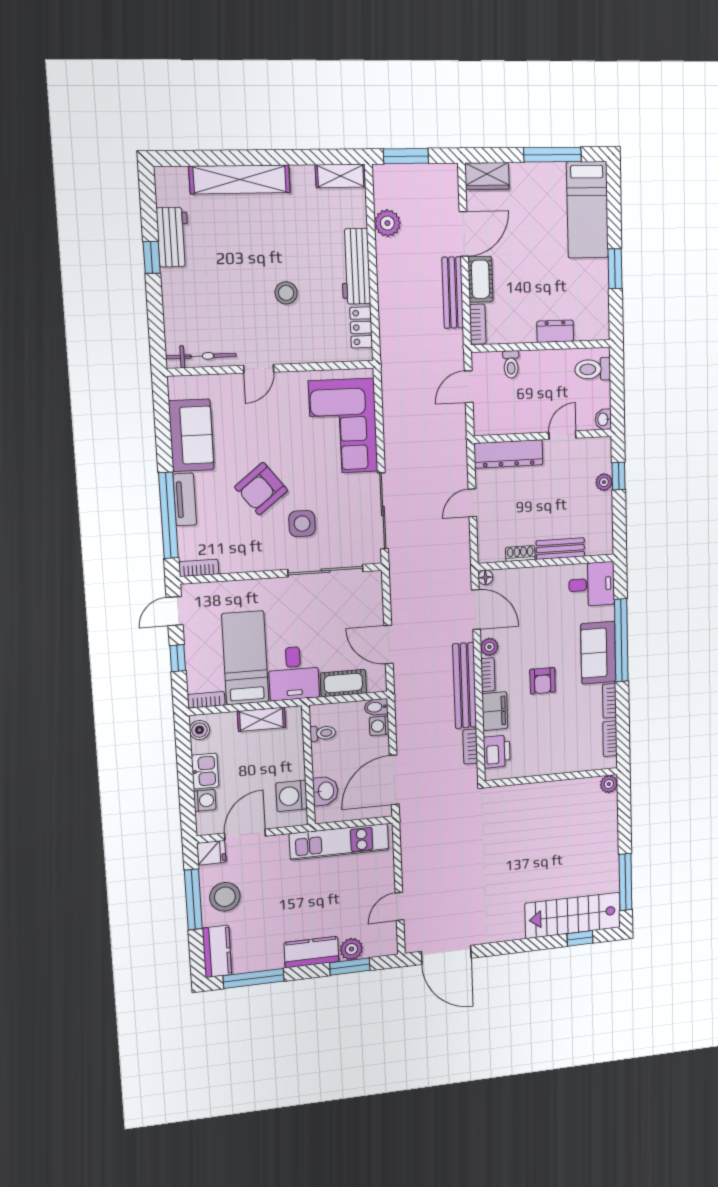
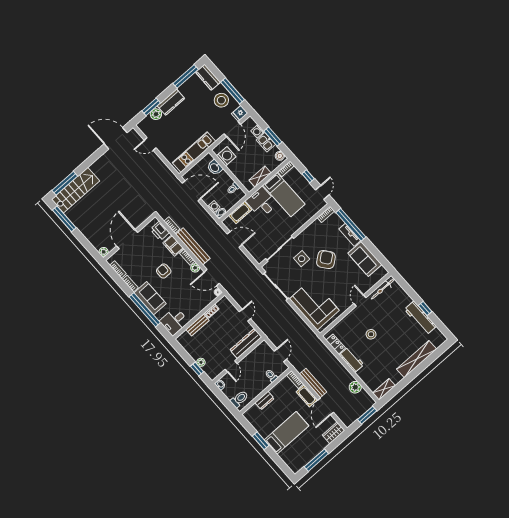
bed: (587, 210) -> (287, 433), moved, turned 90
workbench: (173, 237) -> (420, 318), width x1.38
workbench: (355, 266) -> (351, 360), width x0.73
window: (185, 772) -> (273, 136), added
door: (558, 777) -> (127, 239), added
door: (394, 780) -> (192, 191), hinge flipped
door: (400, 906) -> (150, 144), swing flipped
window: (580, 938) -> (65, 183), width x2.17

